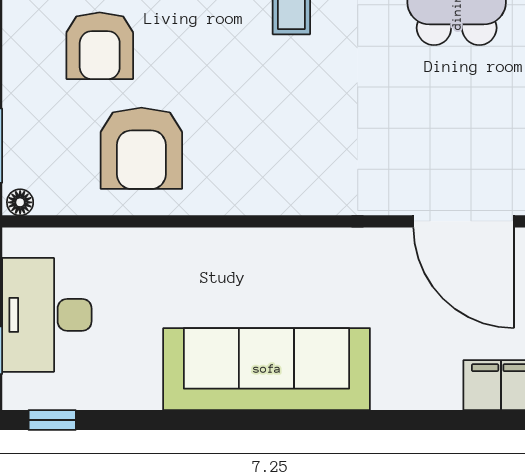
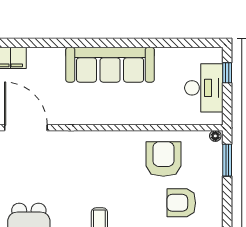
armchair: (100, 46) -> (181, 203), turned -90
window: (52, 420) -> (202, 43), removed

